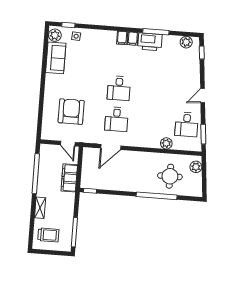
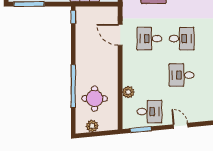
desk: (119, 88) -> (182, 39), turned 180
desk: (154, 91) -> (182, 75), added
desk: (187, 125) -> (149, 112), turned 180
plant: (196, 167) -> (92, 126), moved

